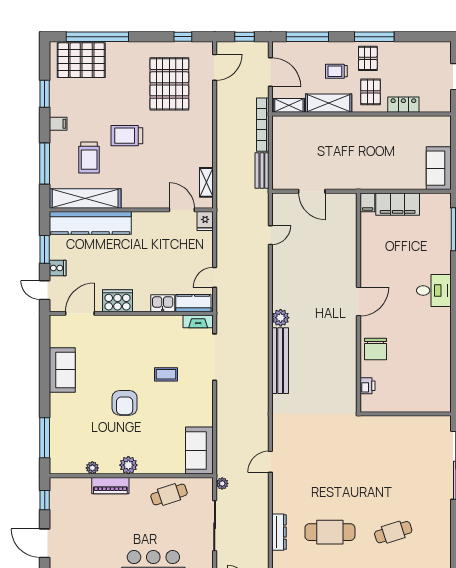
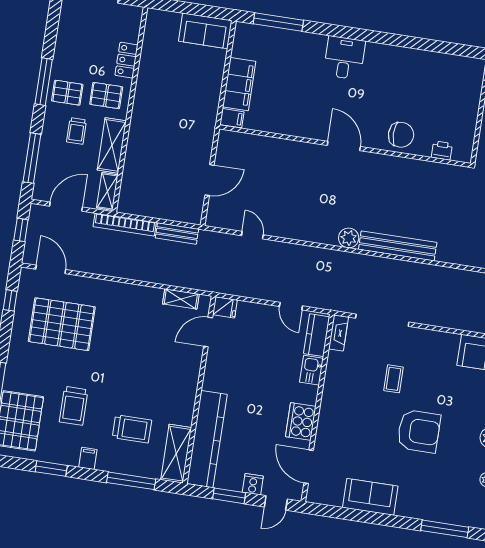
trolley: (127, 136) -> (74, 406), moved
shelving: (85, 198) -> (176, 454), width x0.68
armchair: (125, 403) -> (419, 431), width x1.36, depth x1.36

